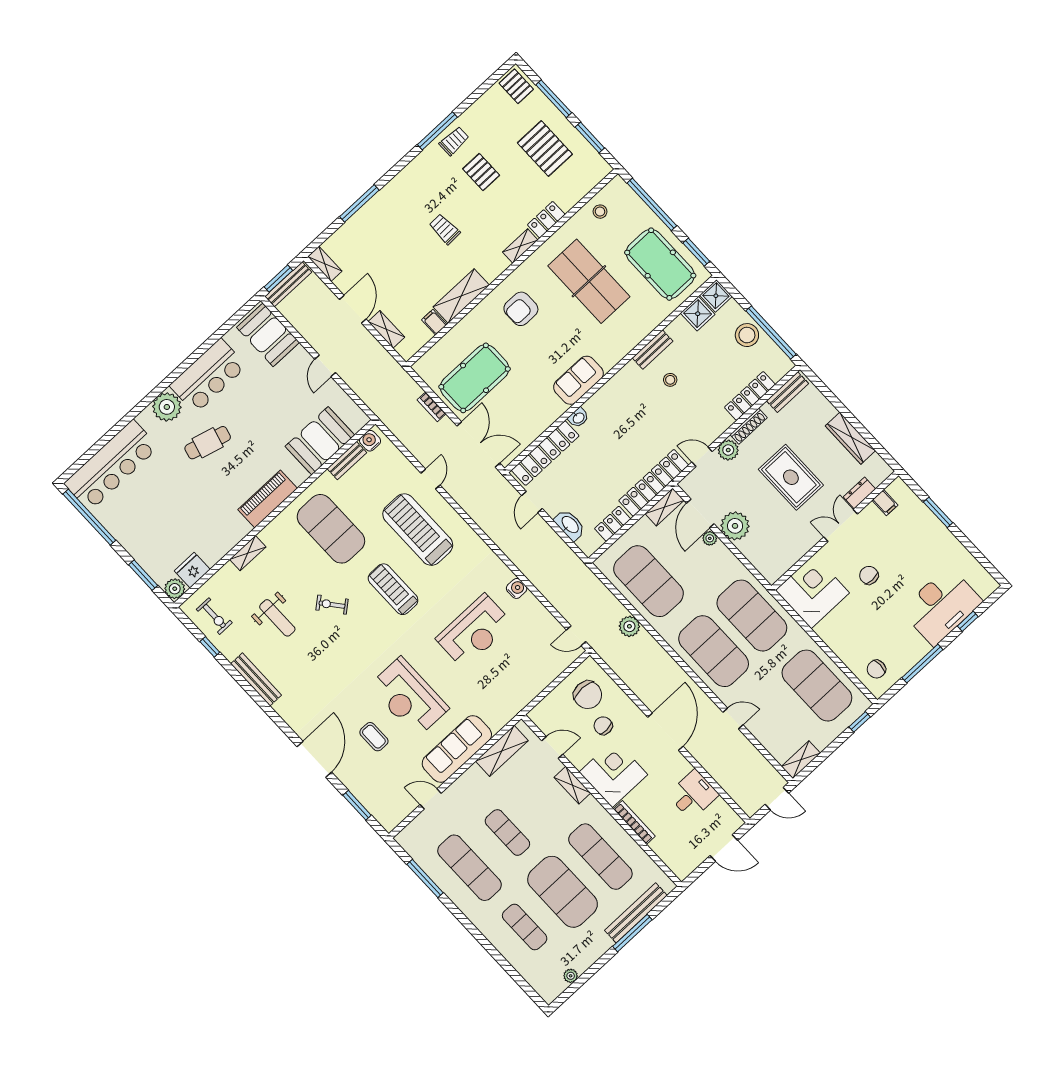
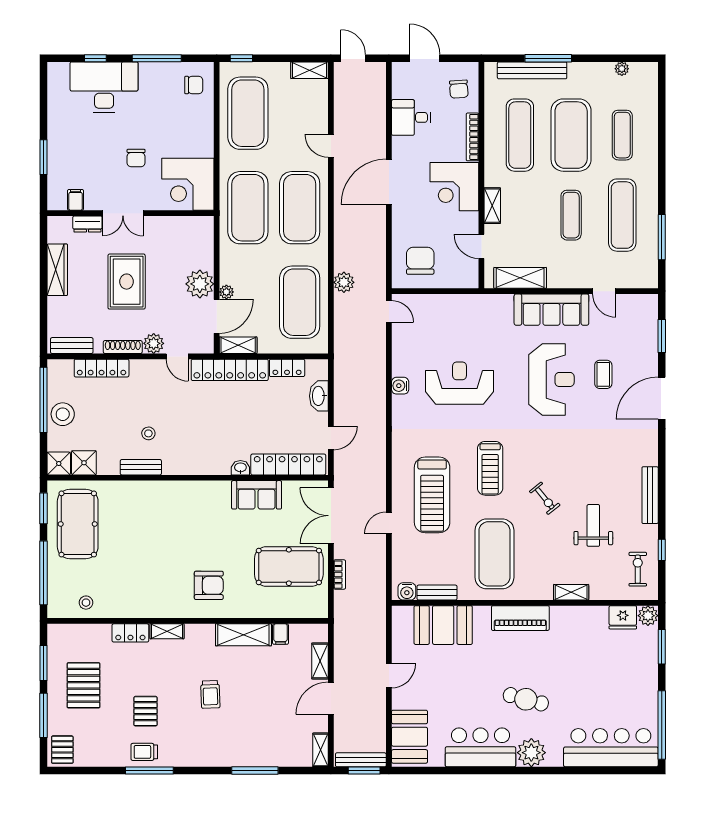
table tennis table: (589, 281) -> (141, 560), removed
sofa: (578, 380) -> (257, 495), moved
chair: (603, 726) -> (459, 89), moved

